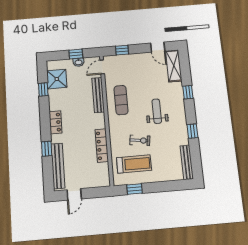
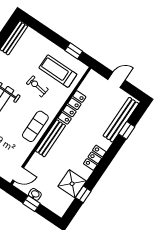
shower: (57, 79) -> (72, 184), moved
bench: (98, 95) -> (51, 138), moved
exercise mat: (121, 100) -> (35, 126), moved
window: (47, 149) -> (127, 130), moved
door: (74, 194) -> (116, 80), moved

